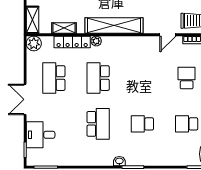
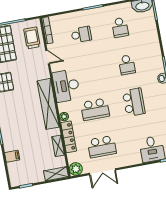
desk: (131, 50) -> (66, 86), added
school desk: (187, 78) -> (81, 35), turned 180
double door: (25, 99) -> (102, 172), moved
school desk: (98, 124) -> (134, 102), turned 90

